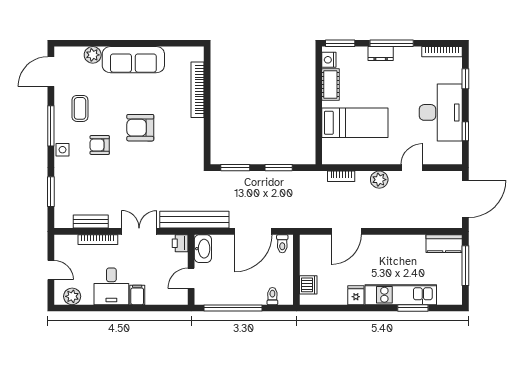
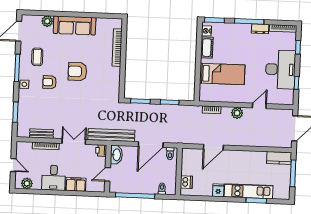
dresser: (381, 53) -> (260, 29), moved
filing cabinet: (137, 295) -> (76, 184), width x2.00

